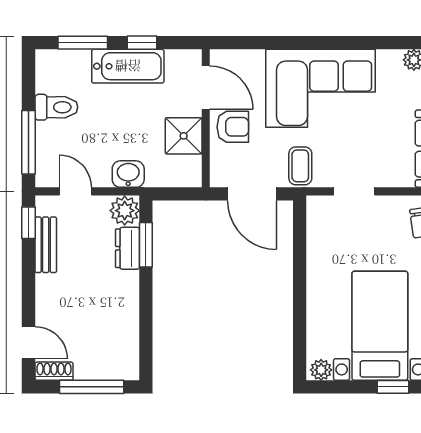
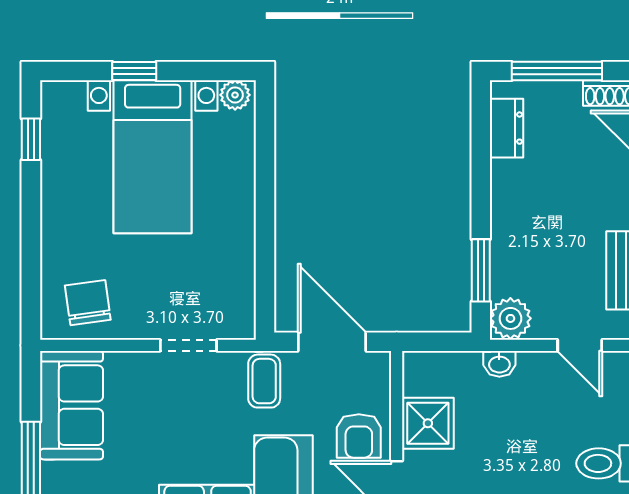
armchair: (233, 127) -> (359, 436), turned -90
washbasin: (128, 174) -> (499, 364), width x0.72, depth x0.69
dresser: (128, 248) -> (507, 128), moved

